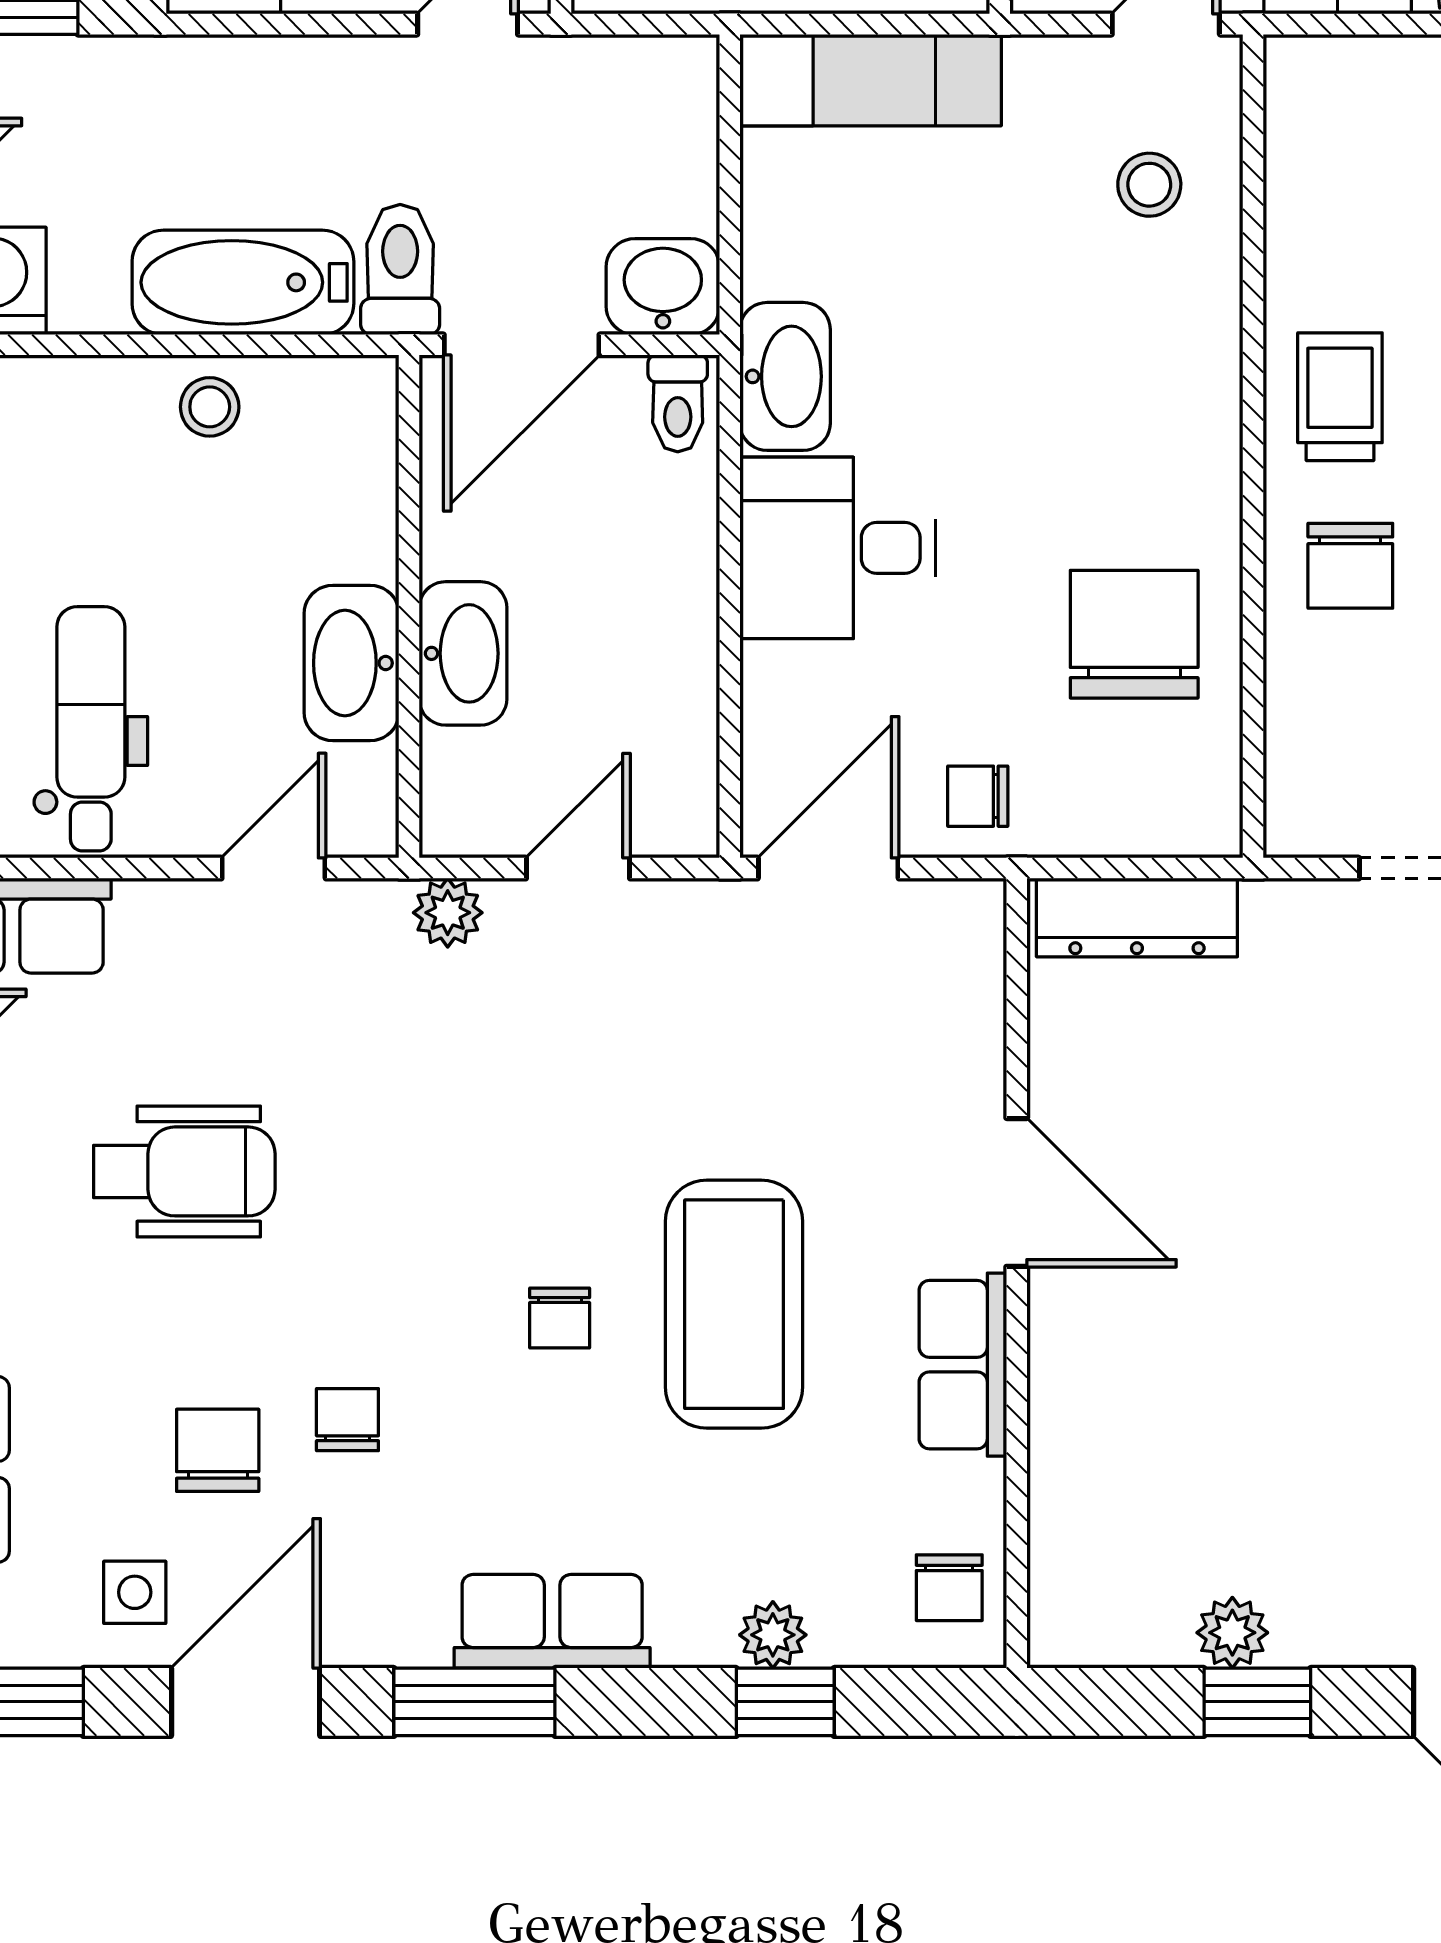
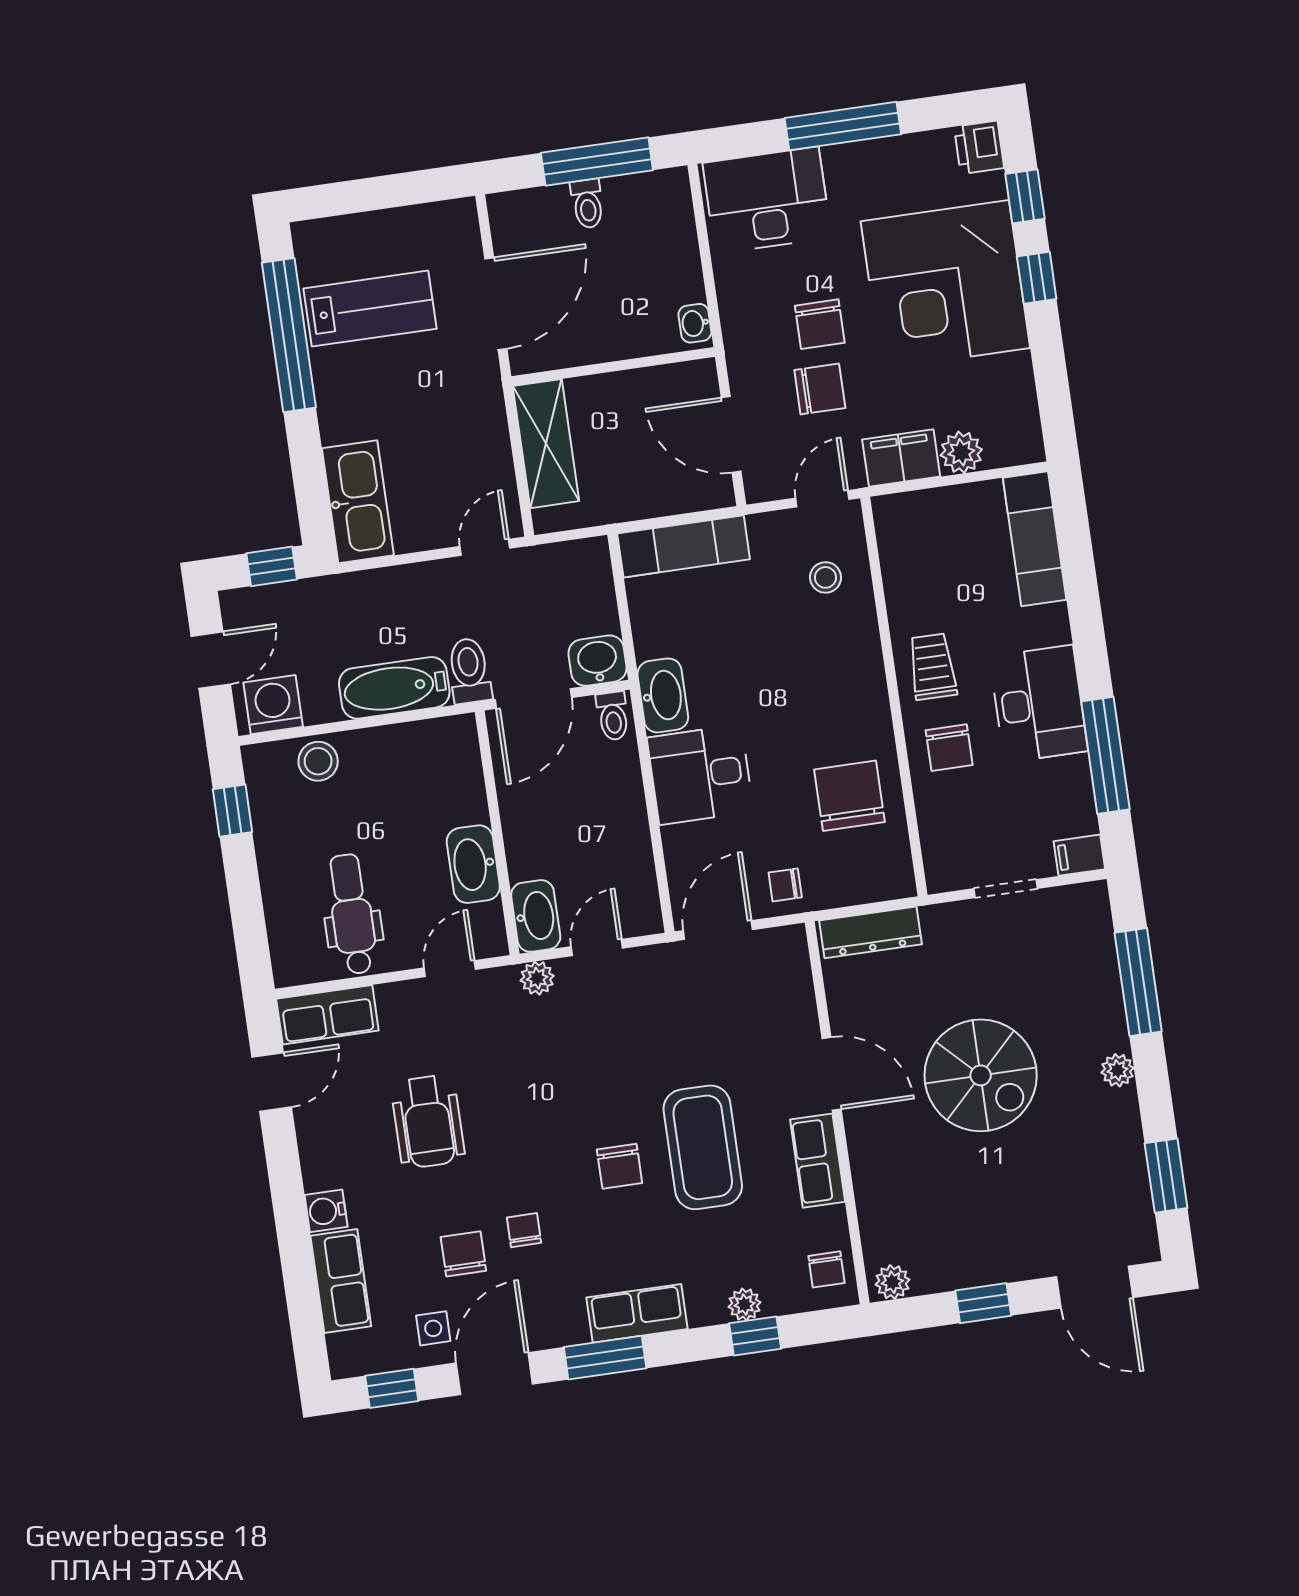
stool: (210, 407) -> (318, 761), moved, width x1.37, depth x1.37
washbasin: (463, 653) -> (536, 916), moved
wheelchair: (184, 1171) -> (428, 1122), turned 90
spiral stairs: (1318, 1239) -> (981, 1075), added
chair: (560, 1318) -> (619, 1166), width x1.37, depth x1.37
plant: (1232, 1633) -> (892, 1282), moved

